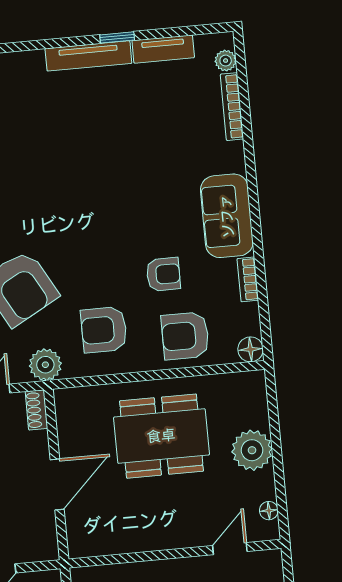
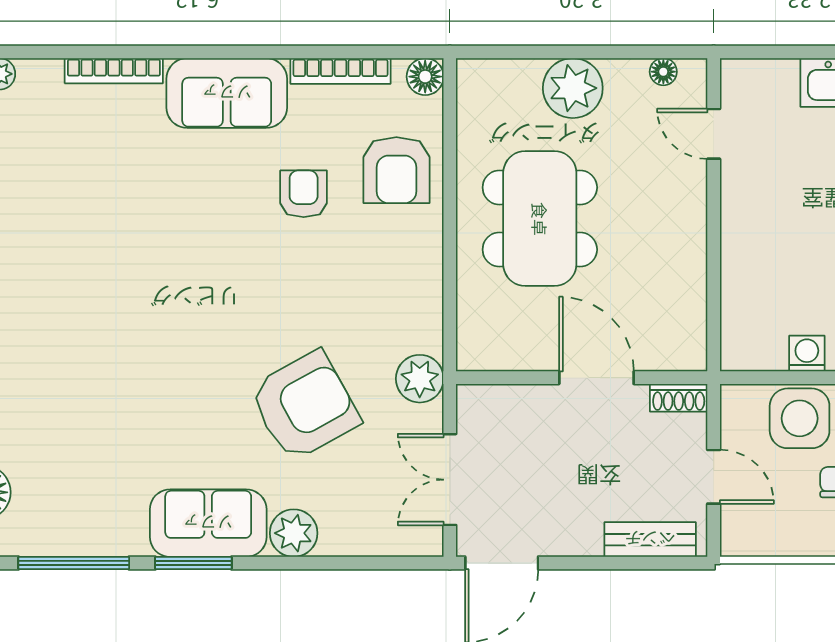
bookcase: (232, 107) -> (114, 71), moved
bookcase: (248, 279) -> (341, 71), width x1.56
armchair: (104, 330) -> (377, 288), removed
shoe rack: (36, 410) -> (679, 398), moved

